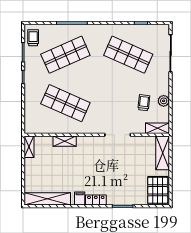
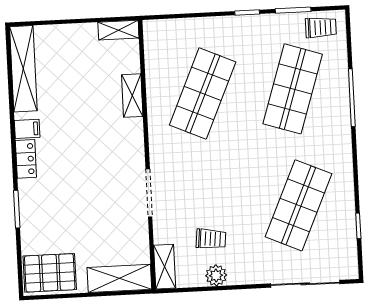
shop shelf: (65, 55) -> (293, 89), turned 42

